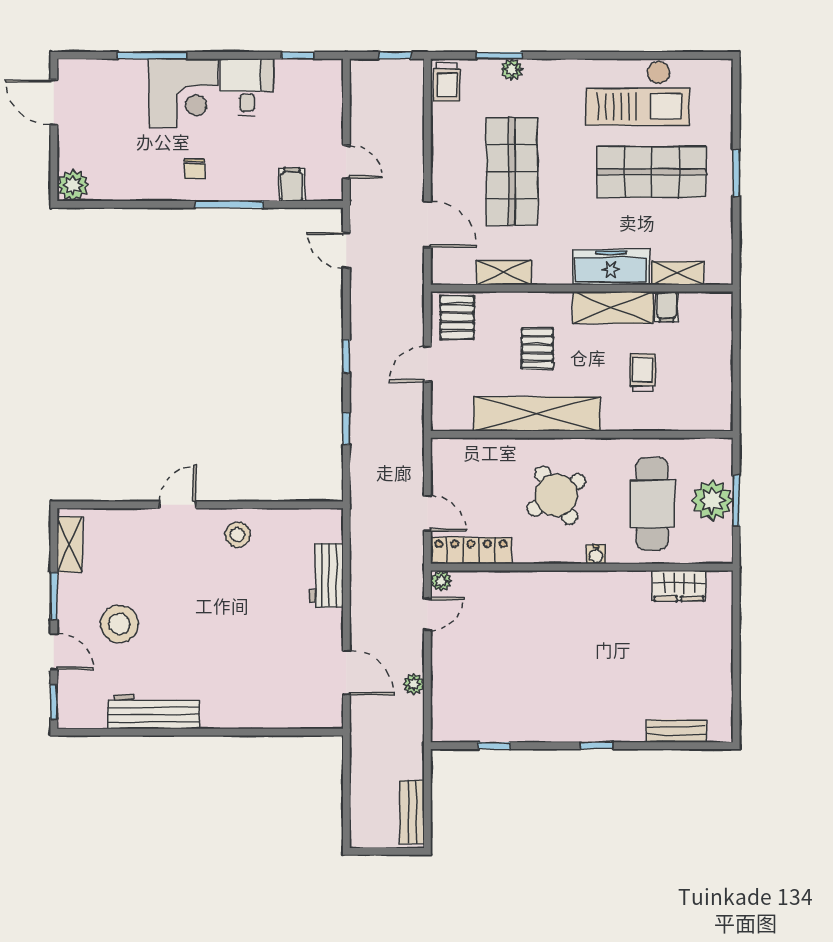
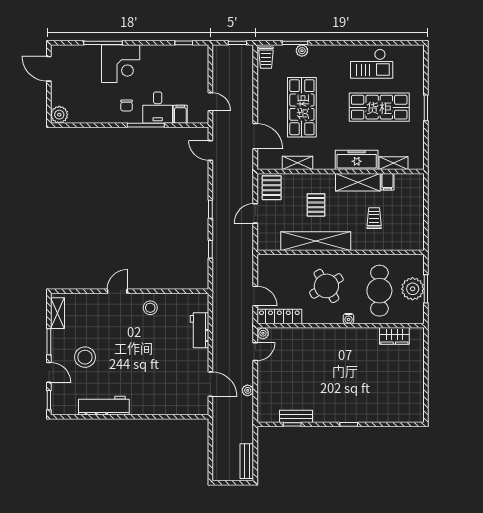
desk: (247, 87) -> (158, 108), moved, turned 180
checkout: (638, 93) -> (372, 64), width x0.73, depth x0.83
bench: (676, 731) -> (296, 416), moved

